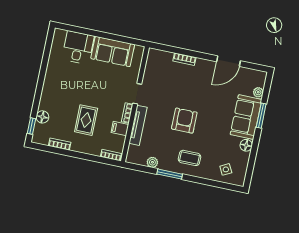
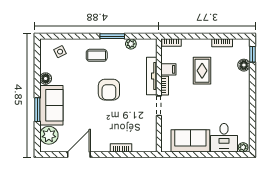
plant: (61, 34) -> (243, 147), added
plant: (258, 92) -> (49, 135), width x1.87, depth x1.87

